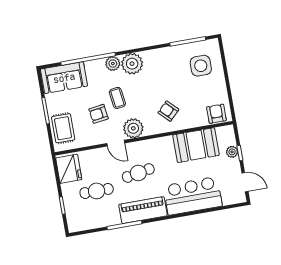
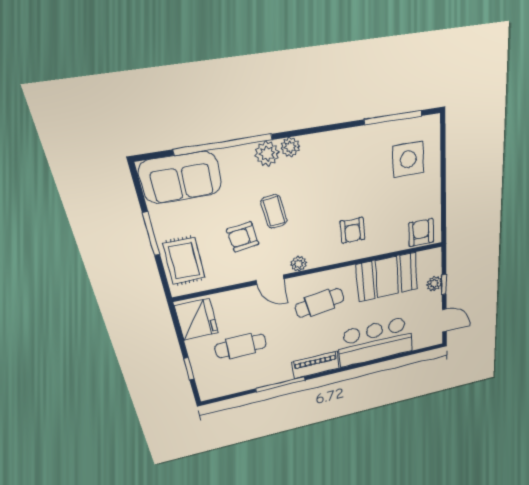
plant: (132, 64) -> (290, 147), width x0.53, depth x0.53
armchair: (168, 111) -> (352, 230), turned -135
plant: (133, 128) -> (299, 264), width x0.53, depth x0.53
cafe table: (138, 173) -> (320, 303), moved
piano: (143, 210) -> (316, 365), width x0.73, depth x0.75

